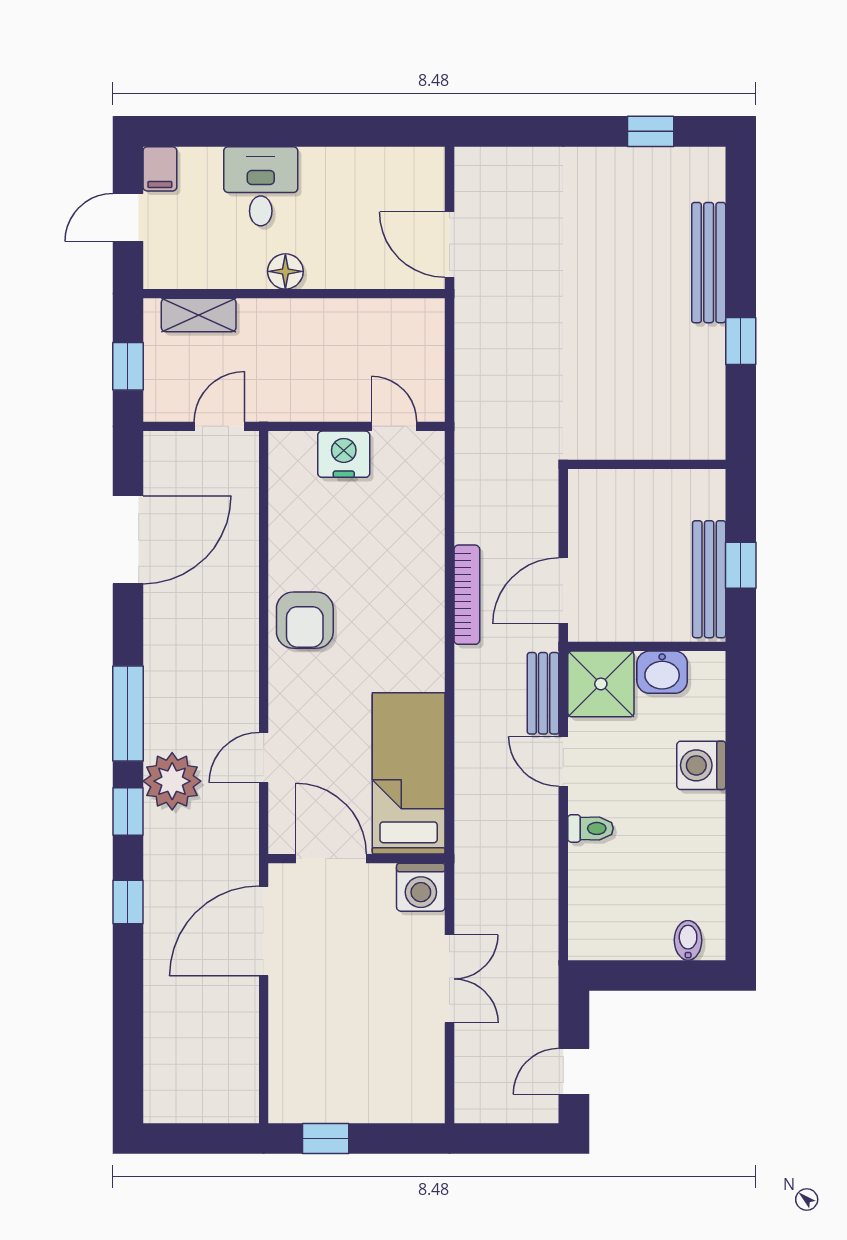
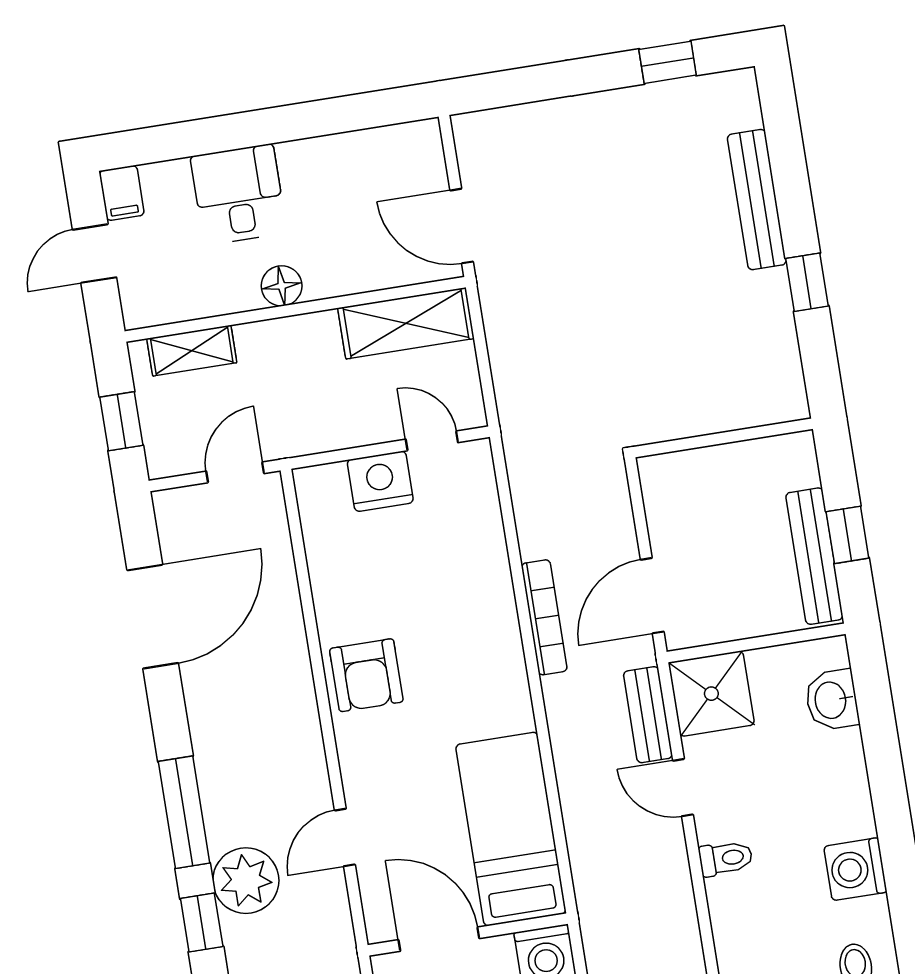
shelving: (388, 321) -> (406, 323), added
washbasin: (662, 672) -> (832, 700), moved, turned 90
washing machine: (701, 765) -> (855, 869), moved

